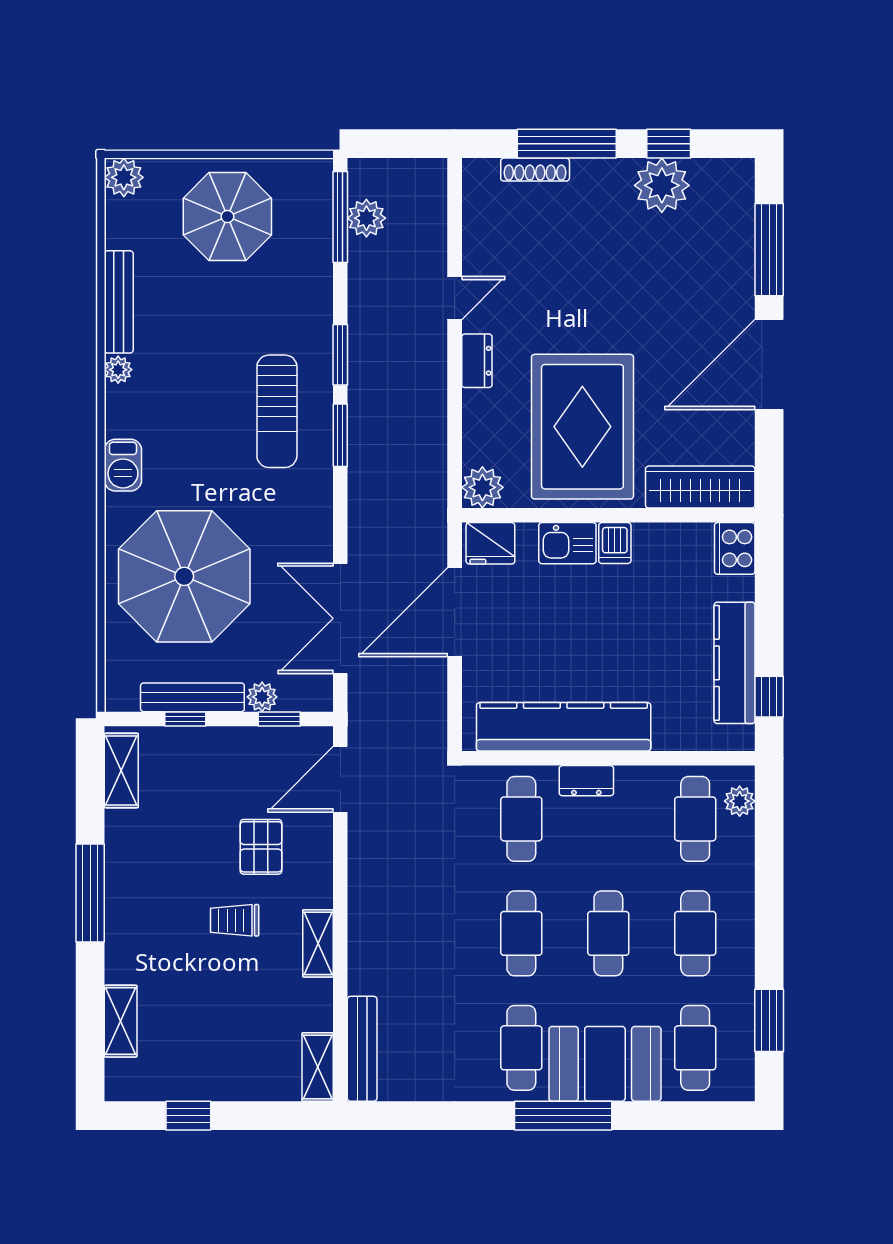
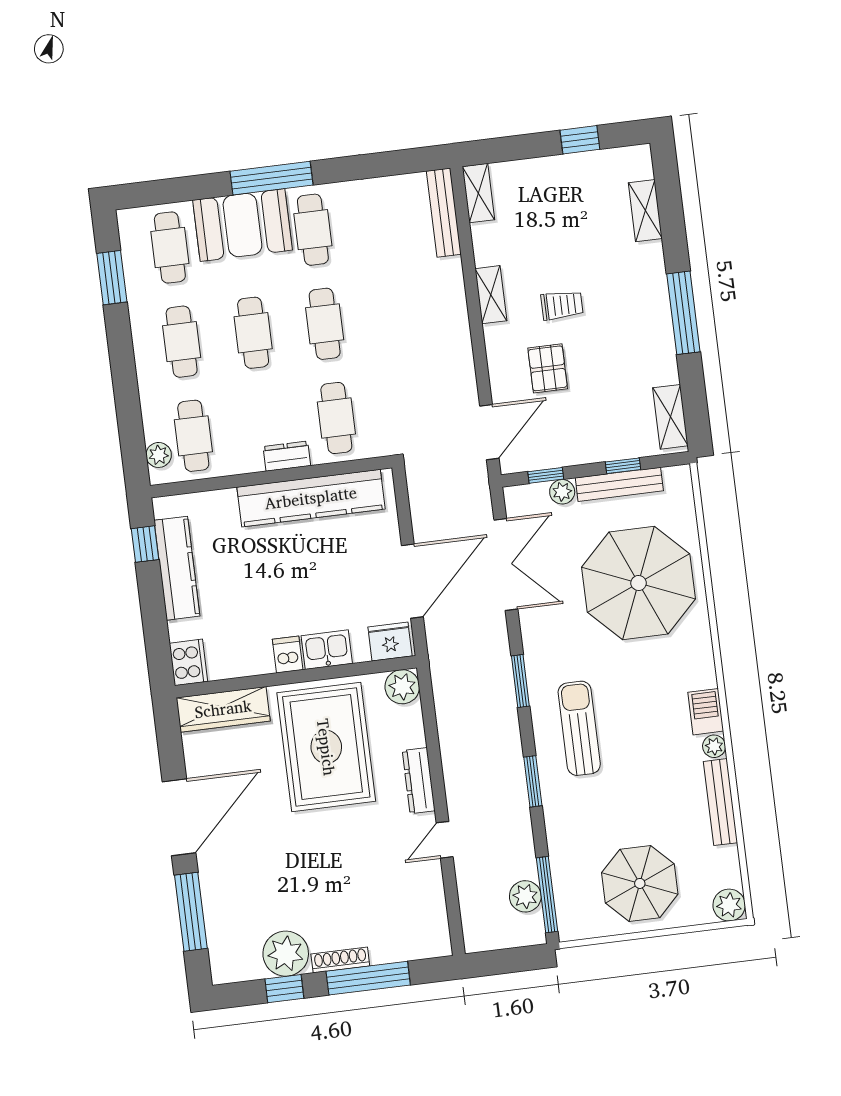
shoe rack: (535, 170) -> (340, 960), moved
dresser: (477, 361) -> (419, 781), width x1.44
window: (340, 435) -> (520, 681), moved
barbecue: (123, 465) -> (706, 712), moved

